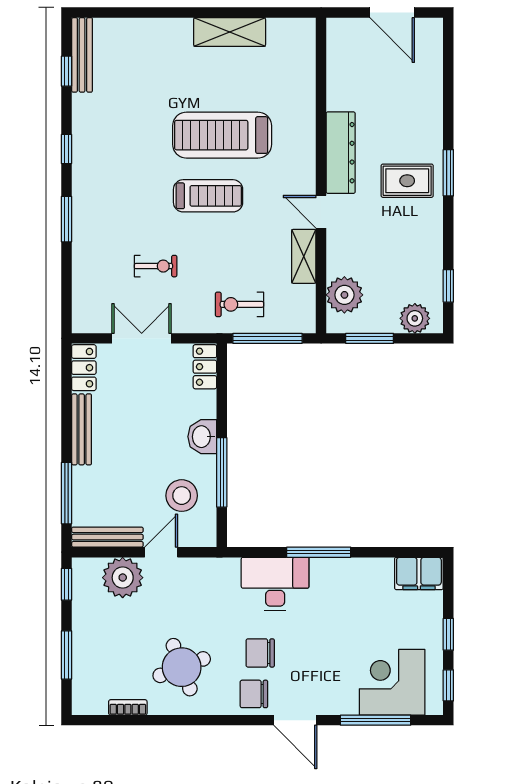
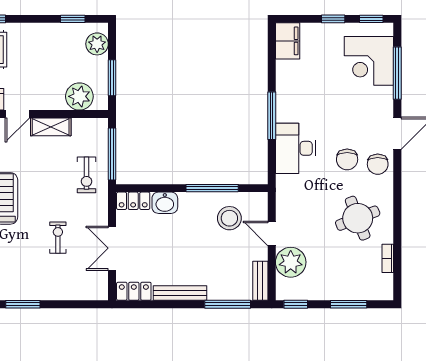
washbasin: (202, 437) -> (165, 203), moved
bench: (107, 537) -> (260, 281), width x0.73

